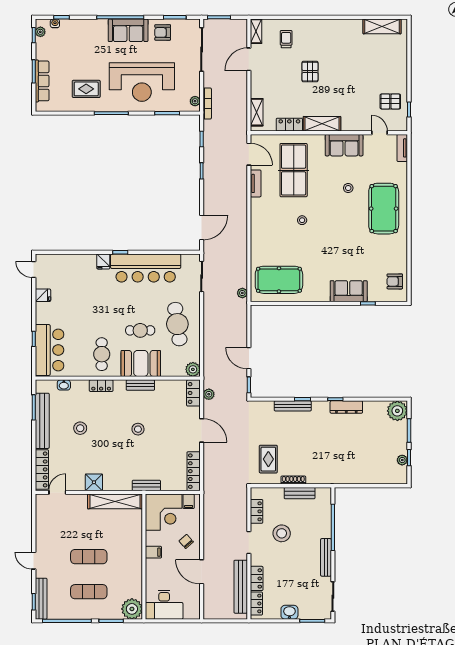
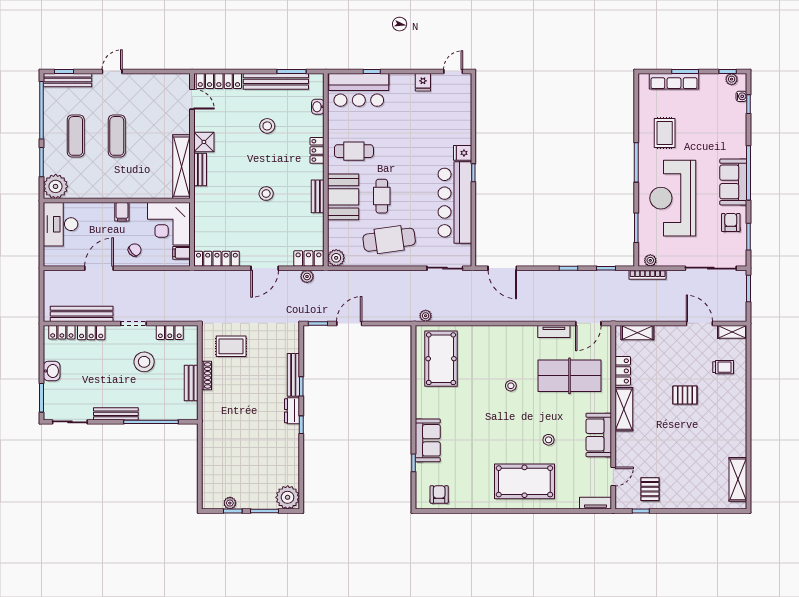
dresser: (346, 407) -> (292, 411), moved, width x0.70
bench: (146, 485) -> (200, 169), moved

